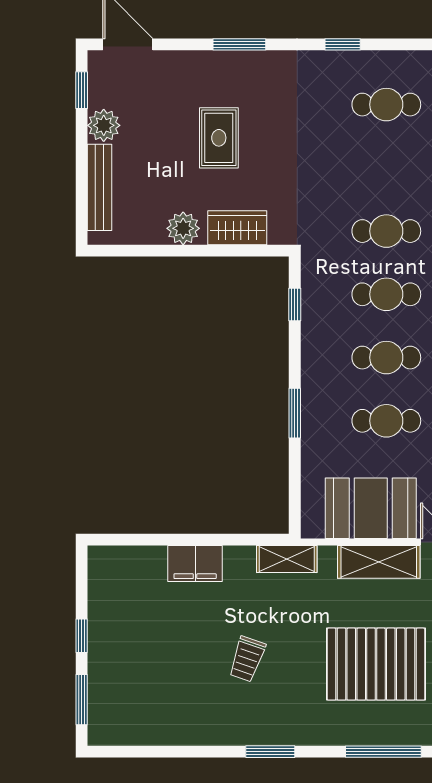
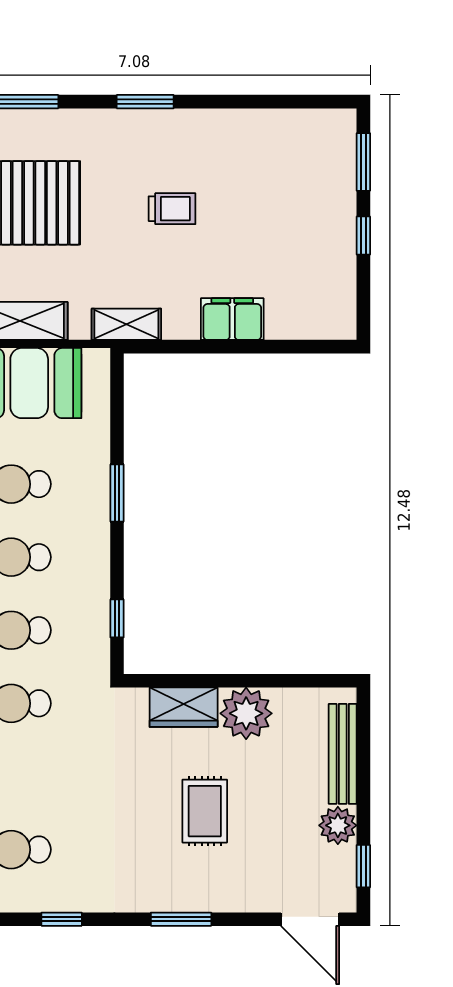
plant: (183, 228) -> (246, 713), width x1.36, depth x1.36
trolley: (247, 659) -> (172, 209), turned 71

